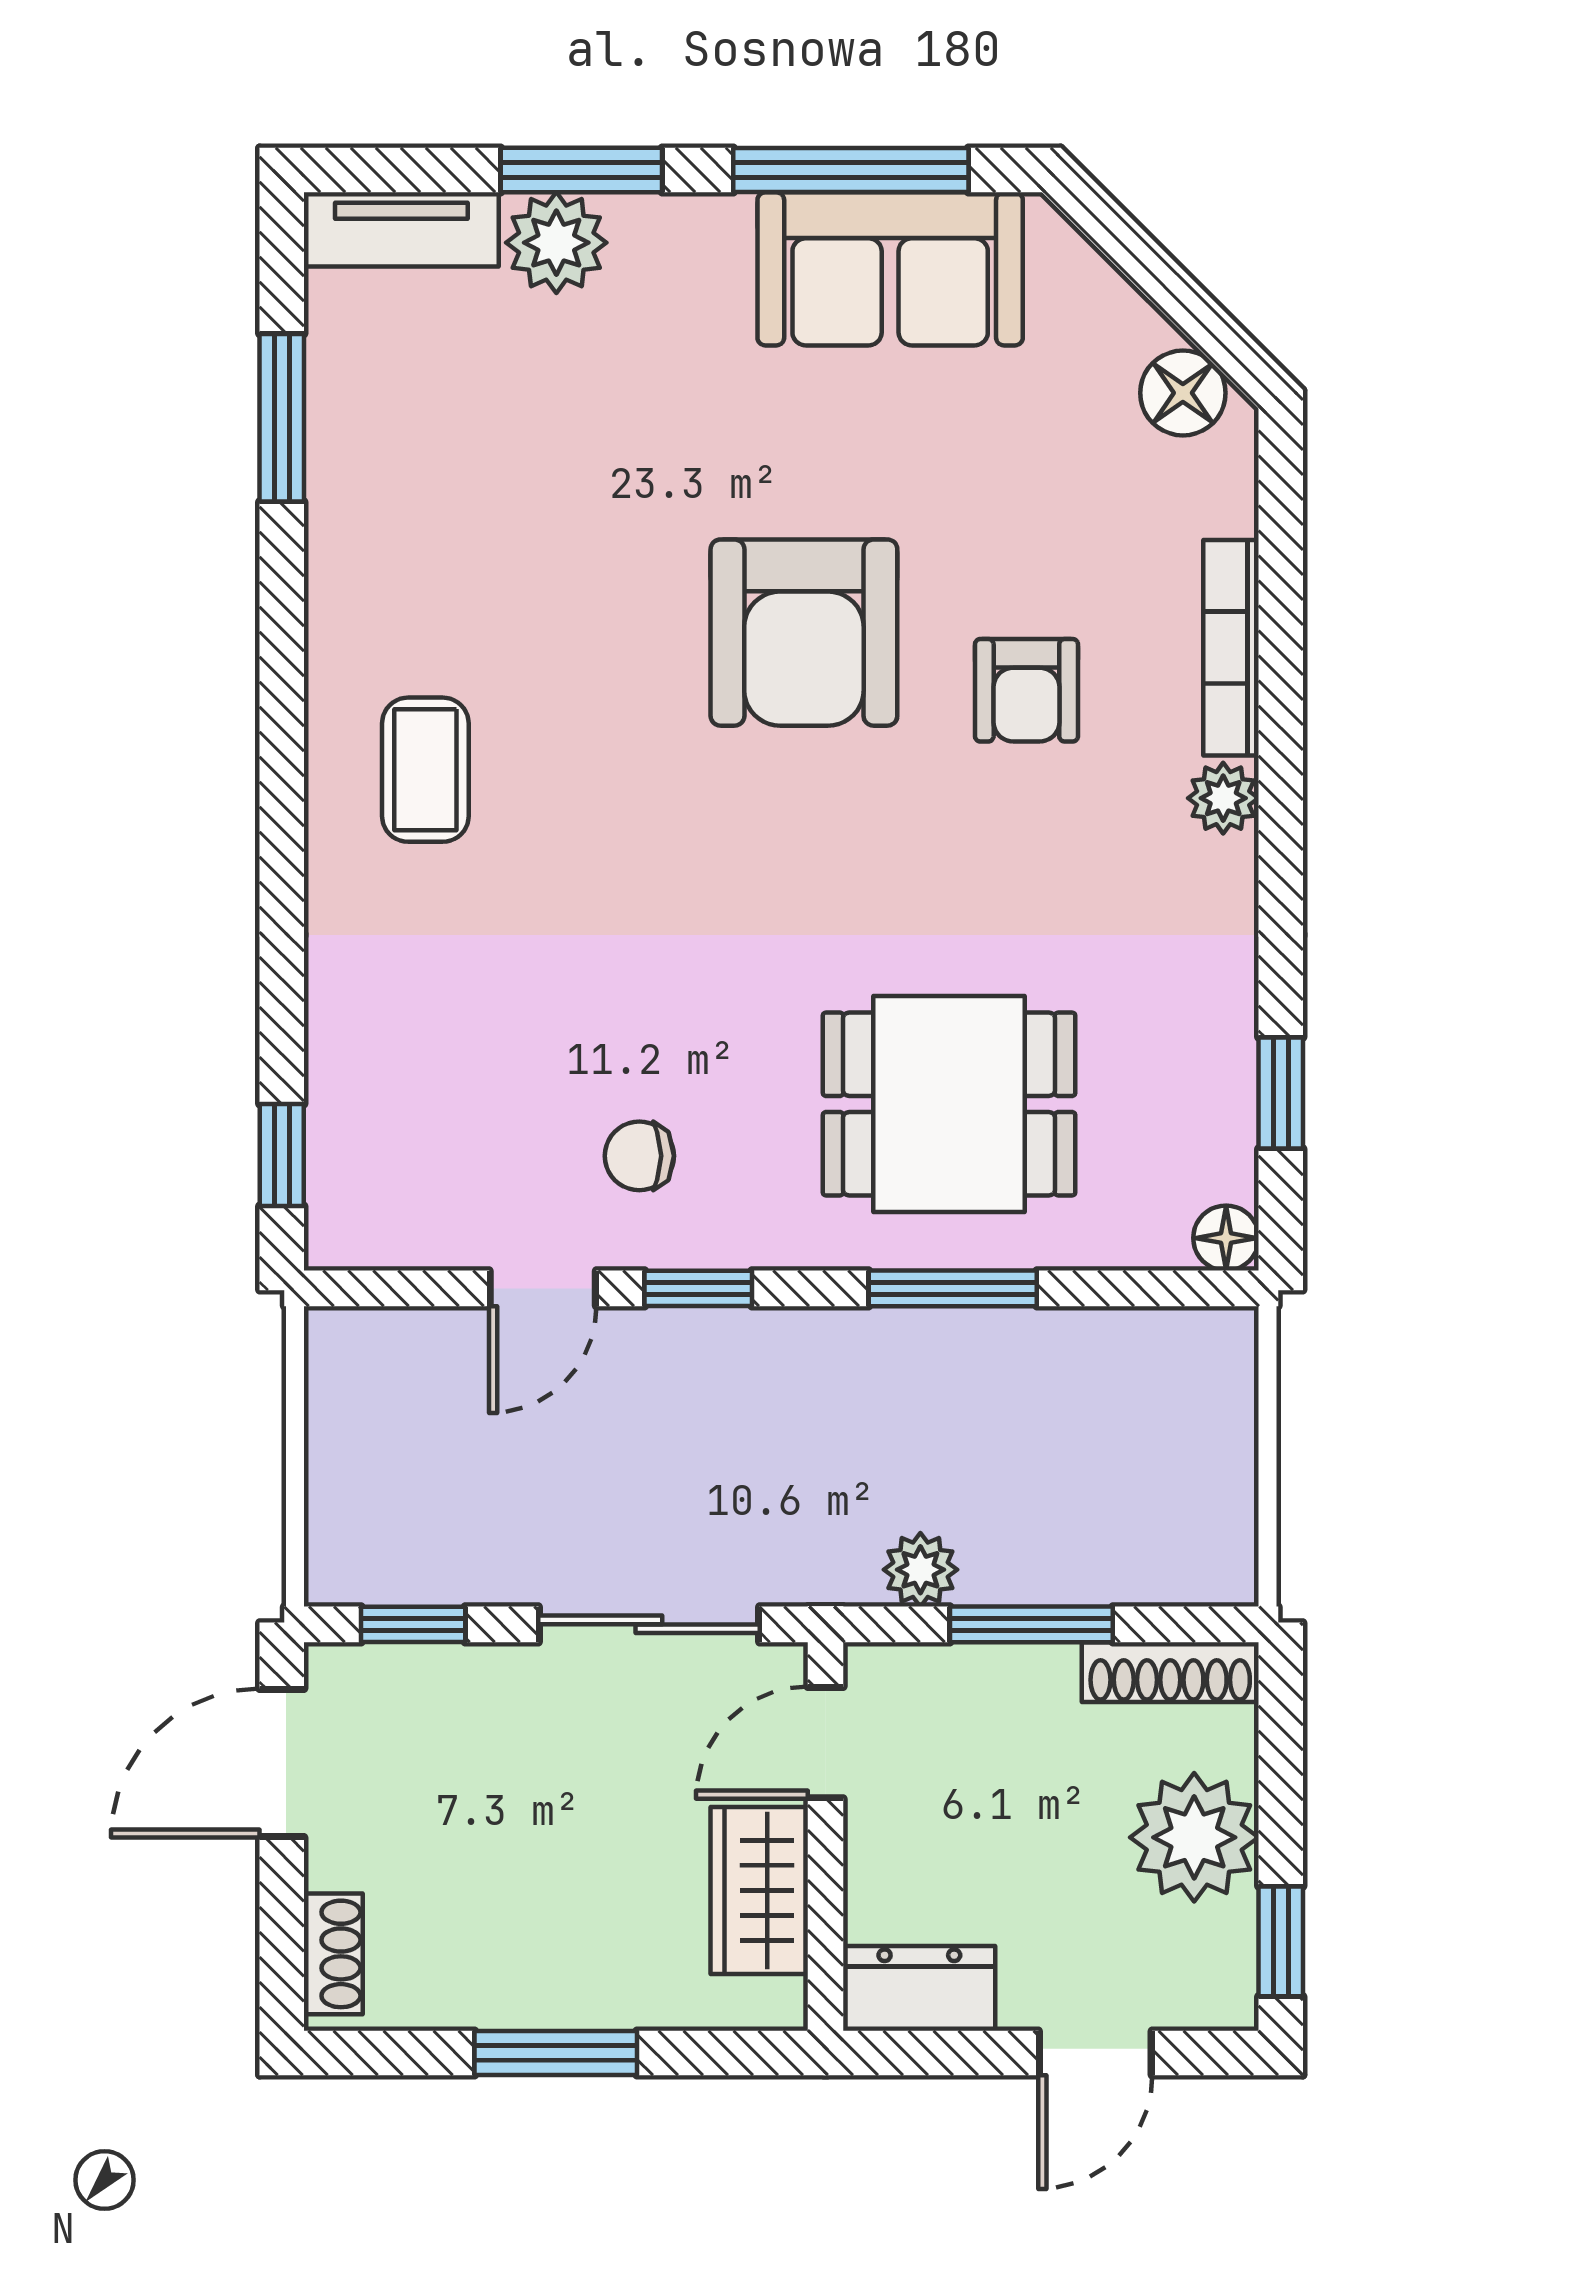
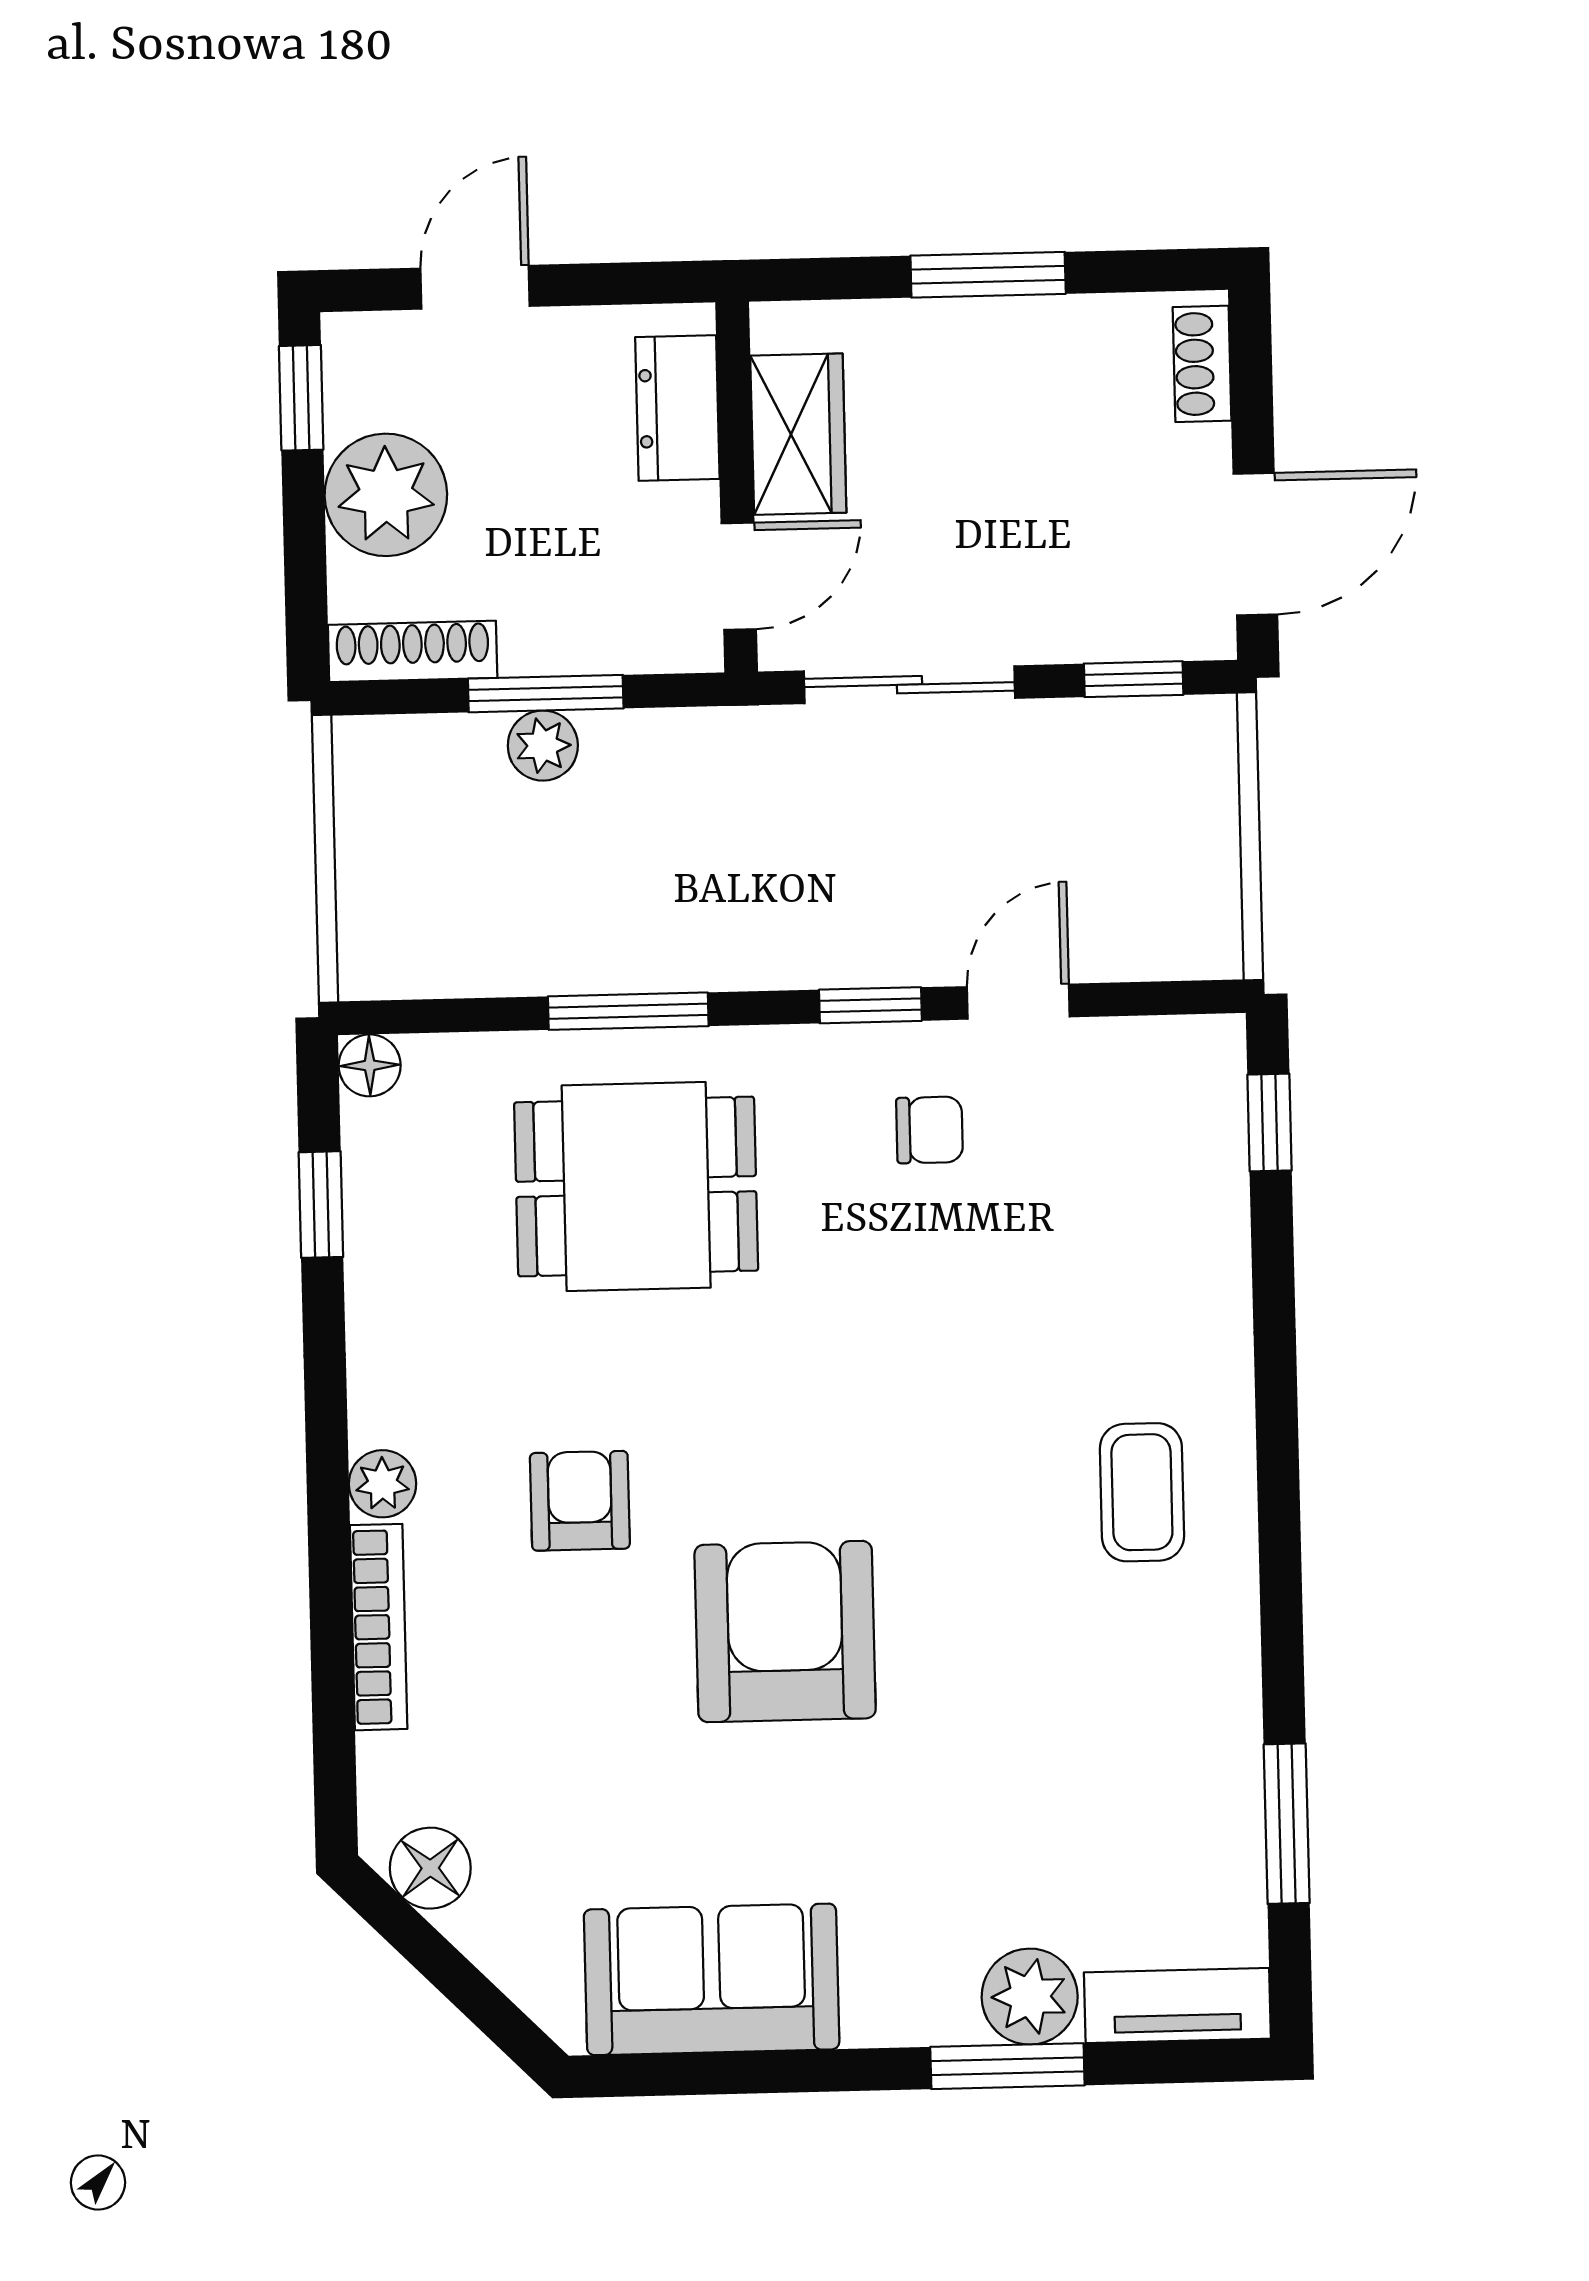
window: (851, 170) -> (751, 2072), removed
armchair: (1026, 690) -> (580, 1501), moved
plant: (920, 1570) -> (543, 746), moved
dresser: (919, 1988) -> (677, 408), moved, turned 90

